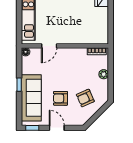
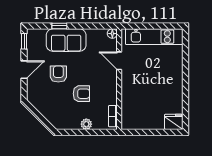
window: (19, 85) -> (59, 26), moved
sofa: (31, 98) -> (66, 40), width x0.73
armchair: (85, 98) -> (81, 94), moved, turned 114

